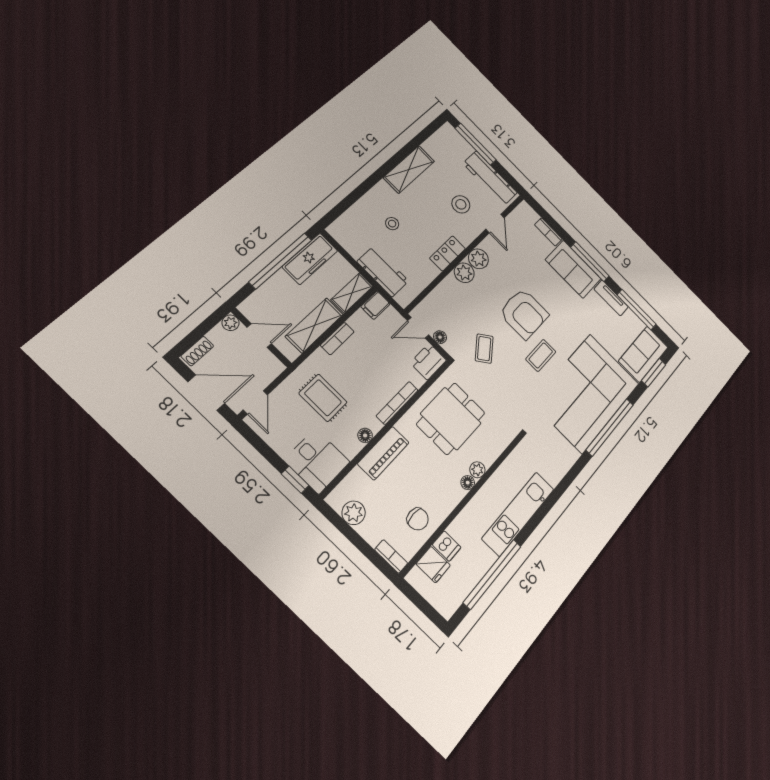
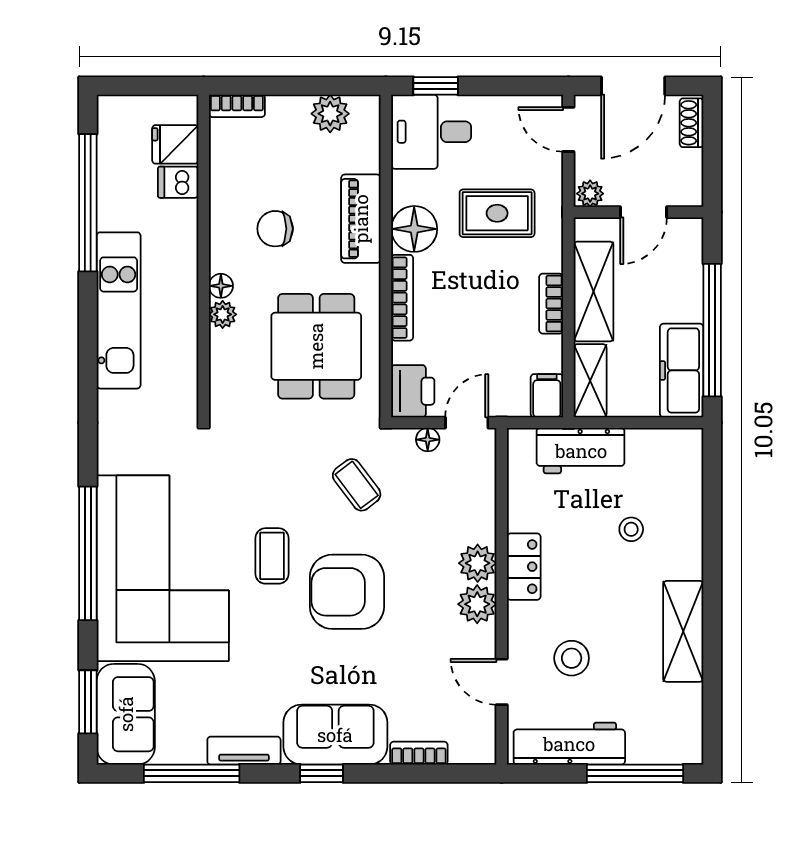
window: (590, 262) -> (322, 773), width x0.46
plant: (231, 323) -> (590, 194), moved
floor lamp: (365, 435) -> (414, 229), width x1.89, depth x1.89
chair: (418, 519) -> (275, 229), moved

